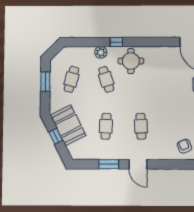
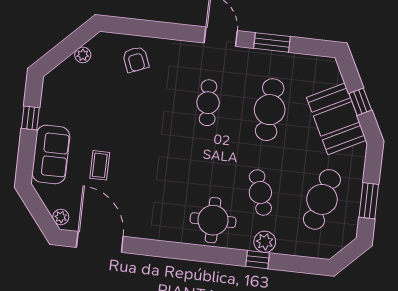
window: (116, 42) -> (258, 260), moved
cafe table: (71, 79) -> (322, 199), width x1.37, depth x1.35
cafe table: (106, 126) -> (270, 110), width x1.37, depth x1.35

